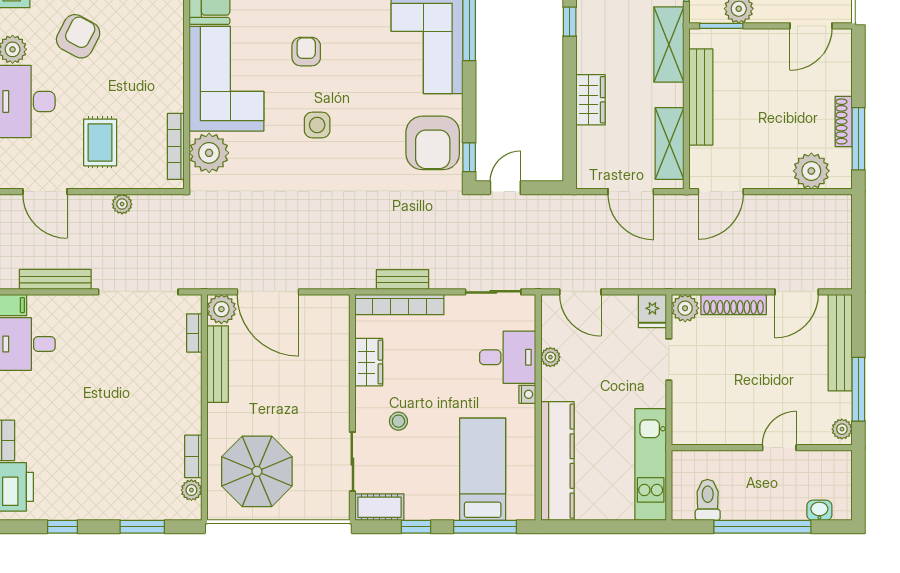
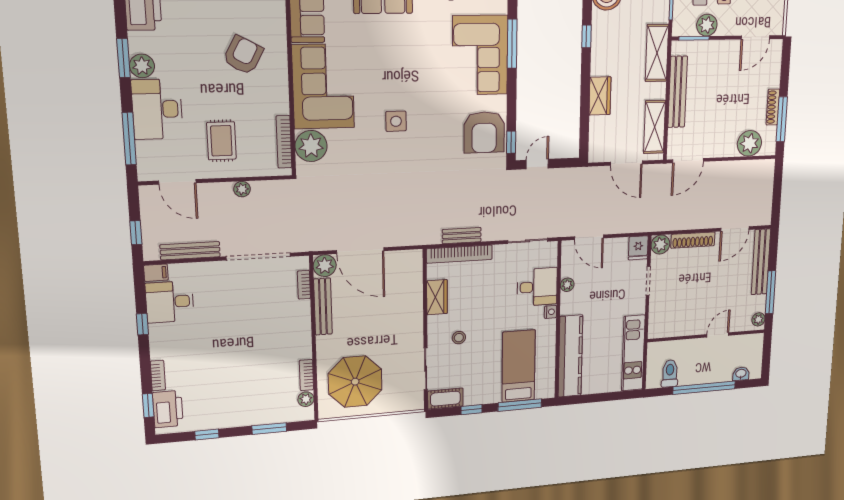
armchair: (78, 36) -> (243, 55), moved
armchair: (306, 52) -> (386, 63), removed

